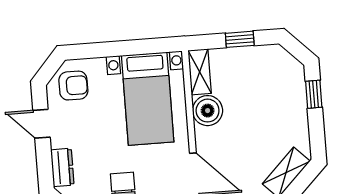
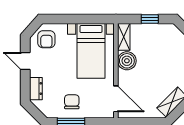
armchair: (73, 86) -> (46, 39), turned 90

